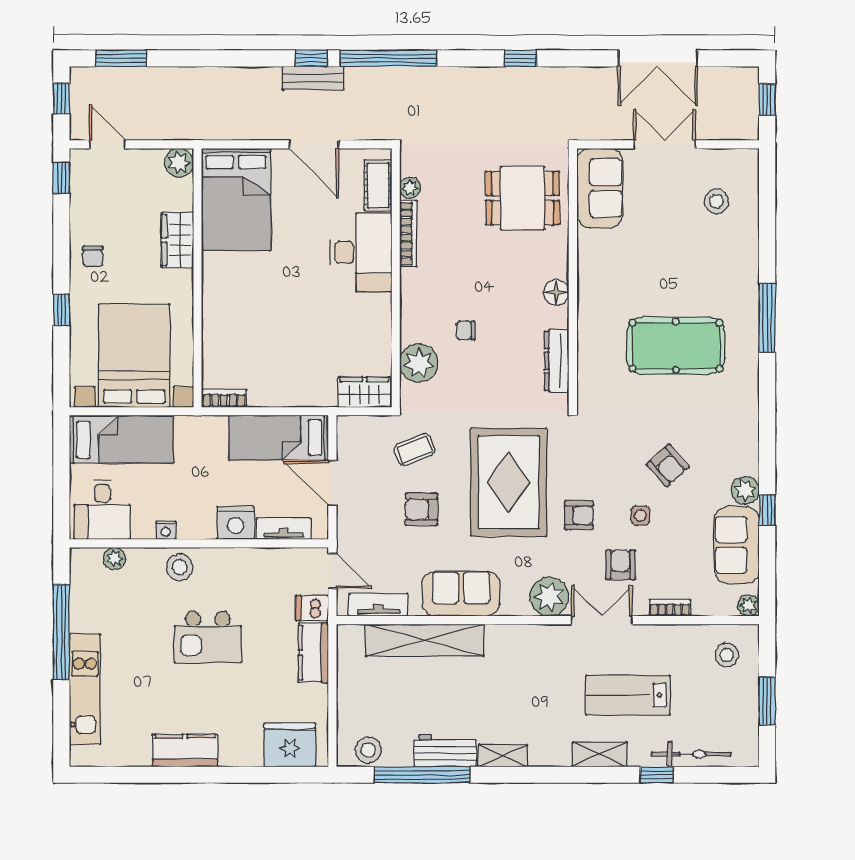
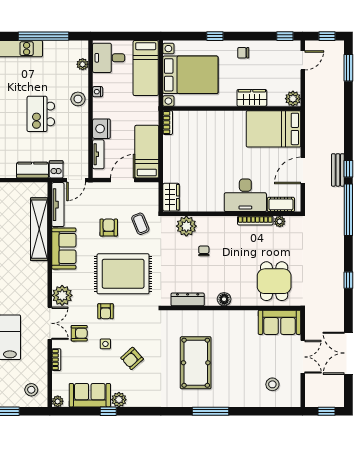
tv unit: (378, 605) -> (58, 205), width x1.41

